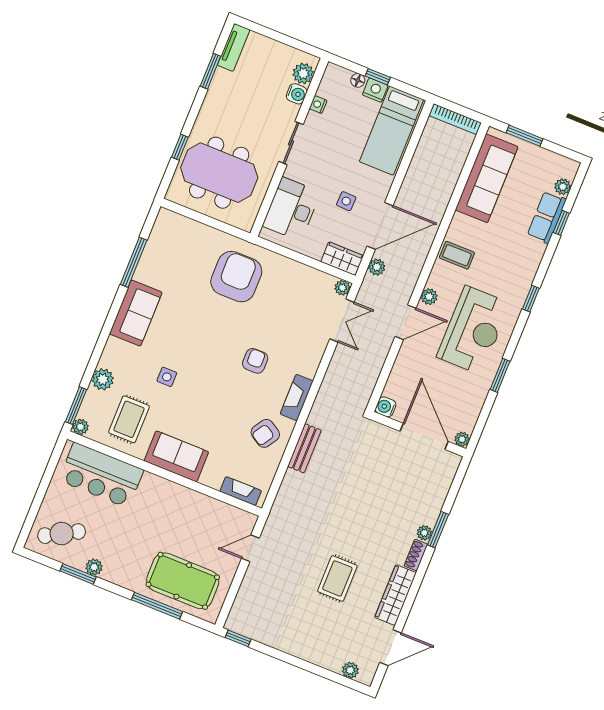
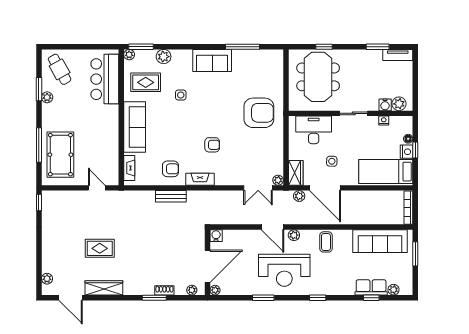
armchair: (265, 433) -> (170, 169), turned 148
sofa: (176, 456) -> (135, 127), width x1.36
plant: (424, 533) -> (192, 290), moved
shoe rack: (416, 555) -> (164, 290), moved

